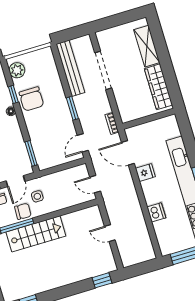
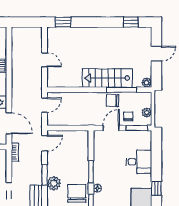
plant: (60, 103) -> (54, 183), added
window: (31, 153) -> (91, 172), moved
door: (95, 184) -> (45, 105), hinge flipped
side table: (37, 196) -> (97, 110), removed

